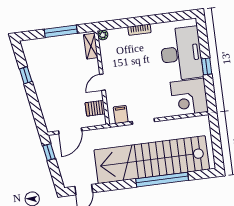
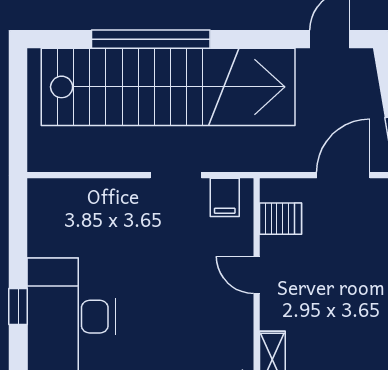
window: (207, 66) -> (18, 306), moved
door: (102, 82) -> (257, 275), swing flipped
corner desk: (189, 97) -> (66, 217), removed

